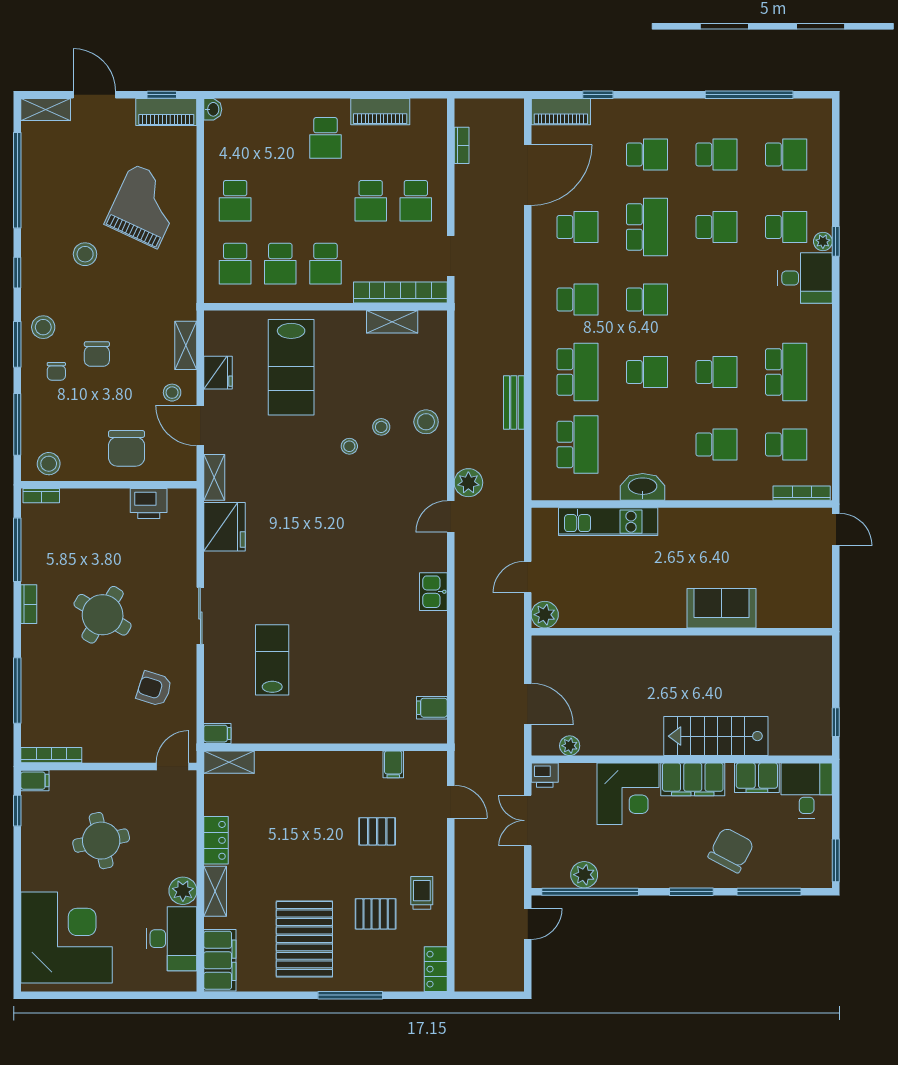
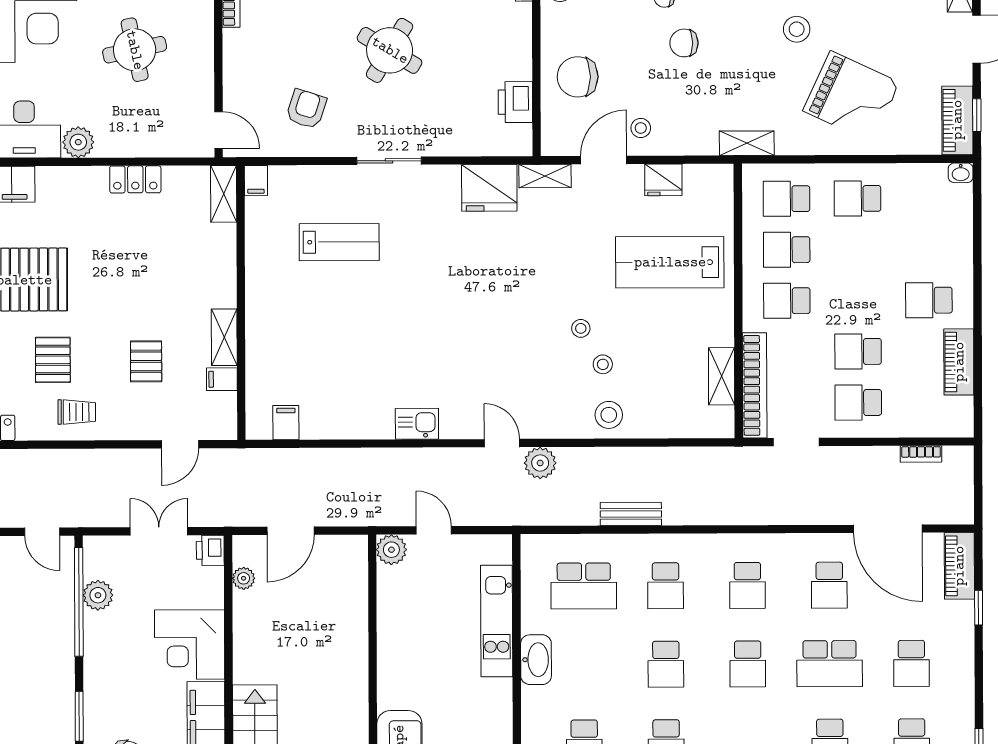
shelving: (186, 345) -> (747, 143), moved
school desk: (577, 372) -> (666, 586), width x0.54
shelving: (215, 891) -> (224, 337), moved, turned 90

